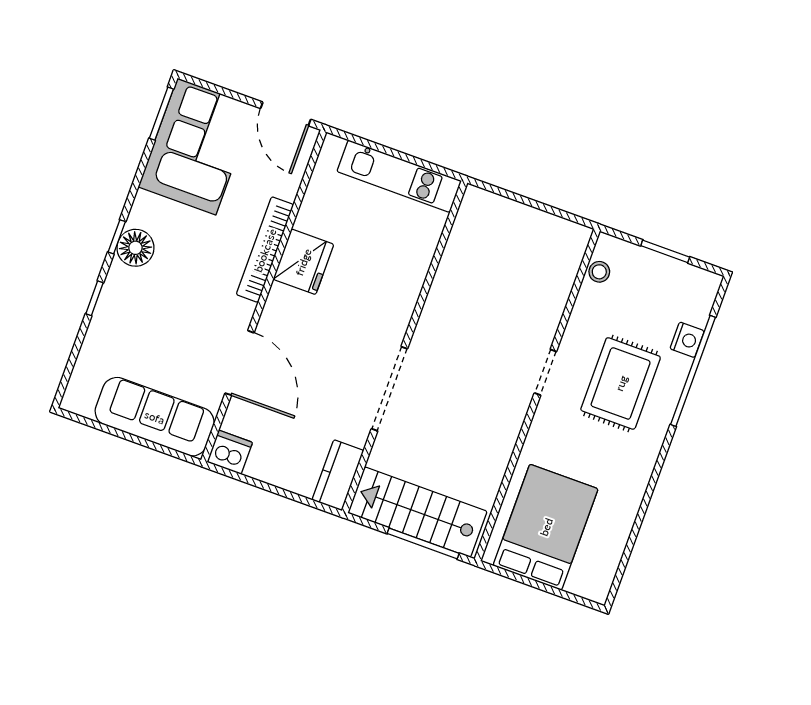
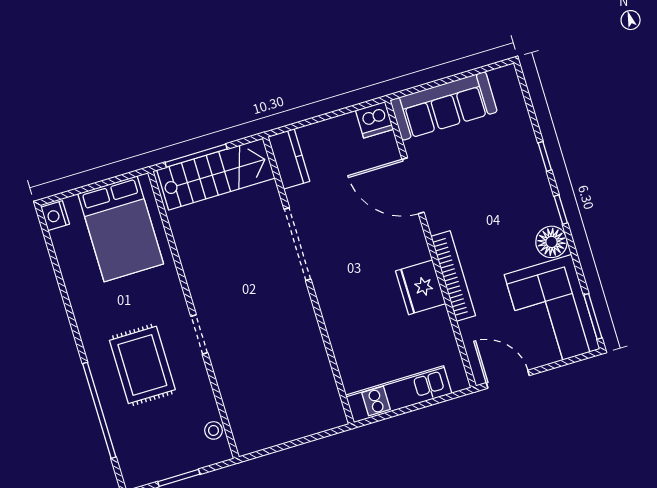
floor lamp: (135, 248) -> (552, 242), moved
nightstand: (687, 340) -> (55, 216), moved

